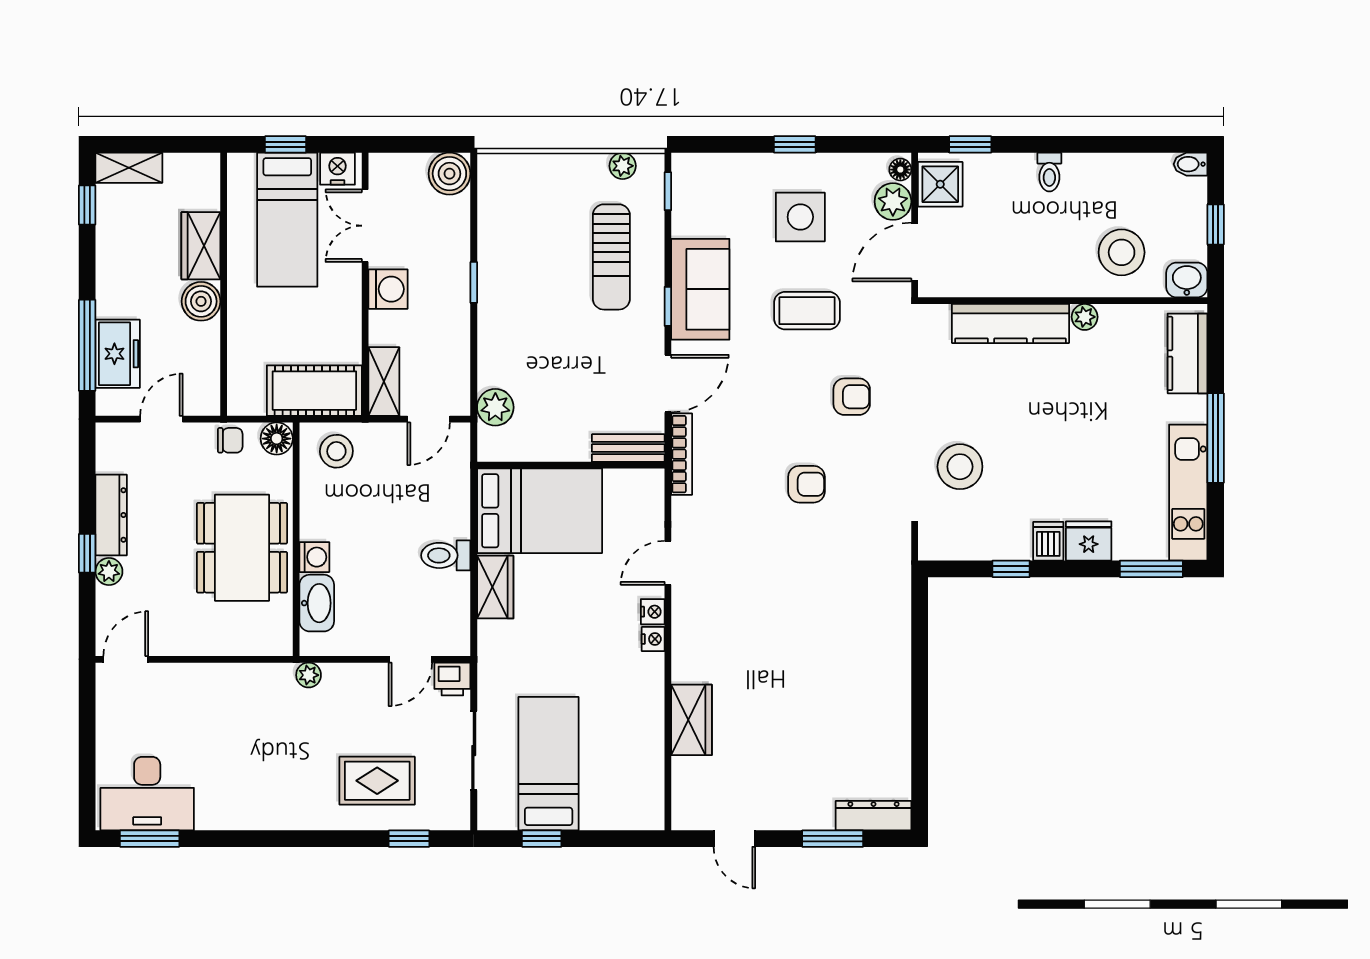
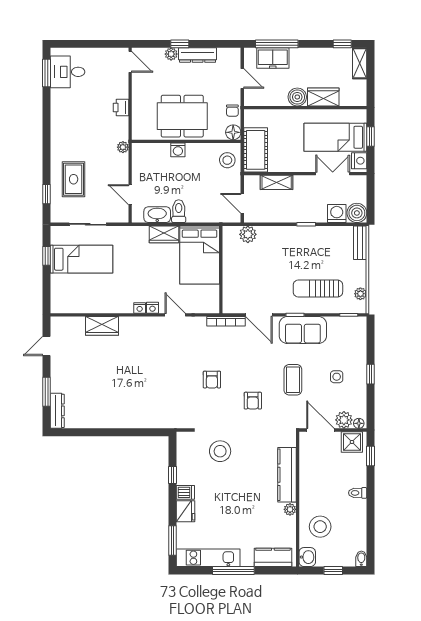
side table: (800, 217) -> (337, 377), width x0.54, depth x0.54
washing machine: (388, 289) -> (337, 214), moved, turned 180
shelving: (384, 381) -> (277, 182), moved
bench: (628, 448) -> (360, 243), moved
washbasin: (317, 603) -> (157, 215), moved, turned 180
printer: (452, 679) -> (121, 107), moved
desk: (147, 794) -> (68, 72), width x0.73

